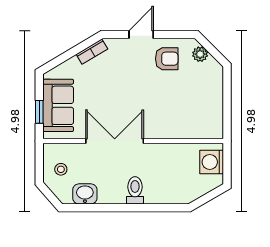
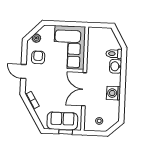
corner sofa: (186, 112) -> (69, 47), added
washing machine: (212, 162) -> (114, 93), moved, turned 90
toilet: (135, 190) -> (114, 54), moved
washbasin: (85, 194) -> (116, 66), moved

